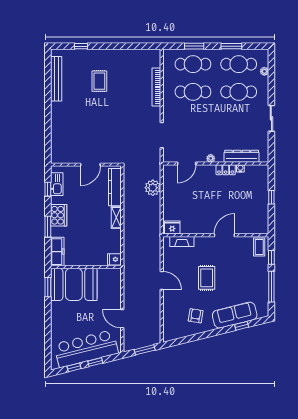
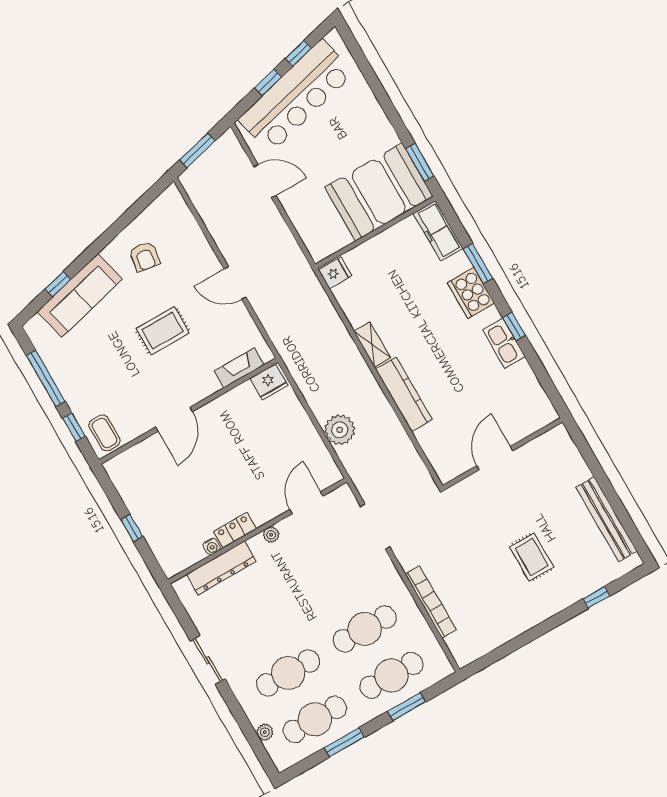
wall: (86, 165) -> (503, 454), moved
door: (90, 165) -> (495, 458), moved
rug: (207, 278) -> (163, 331), turned 90

